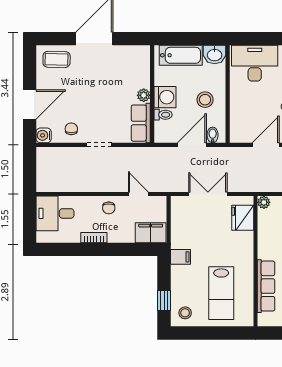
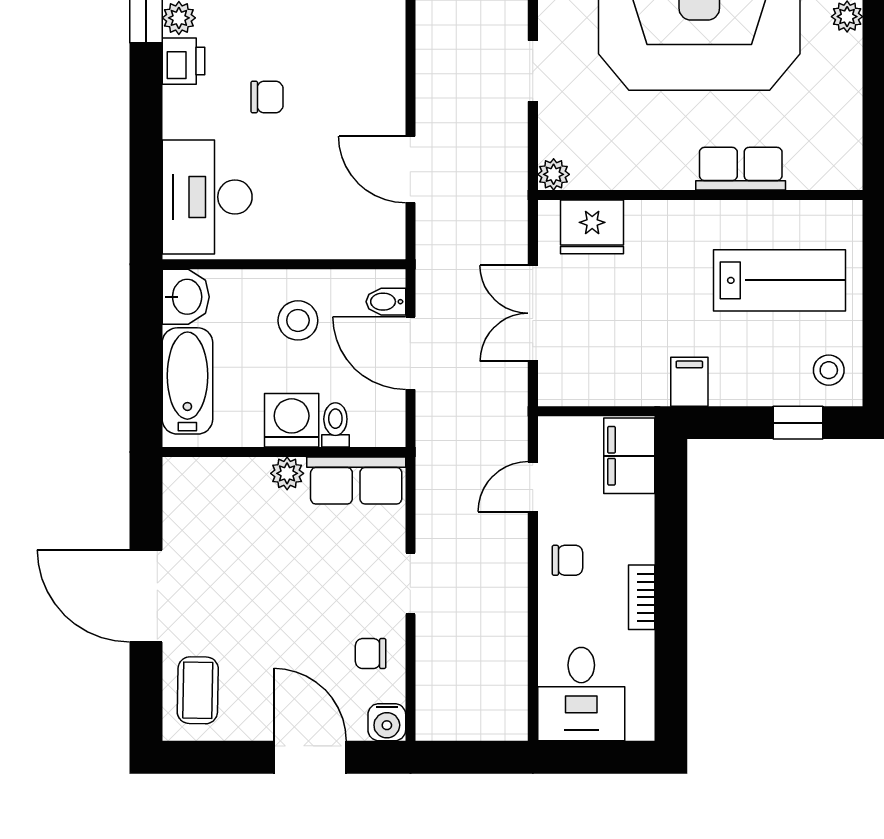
row of seats: (266, 286) -> (741, 169), width x0.68

